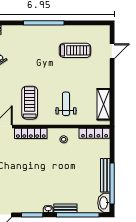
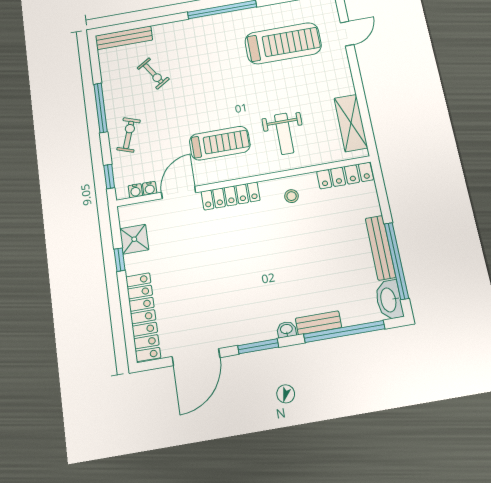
treadmill: (75, 50) -> (283, 43), width x1.37, depth x1.38
treadmill: (30, 103) -> (220, 143), turned 90
weight bench: (66, 104) -> (284, 134), turned 180

